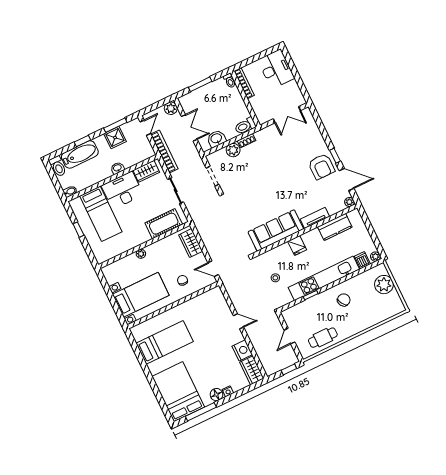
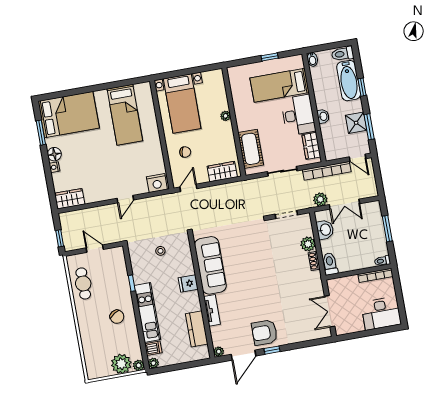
plant: (171, 108) -> (320, 199), moved
plant: (381, 269) -> (139, 365), added
kitchen unit: (324, 278) -> (147, 312), width x0.73
nightstand: (242, 350) -> (157, 183), moved
window: (201, 412) -> (41, 133), width x0.69

